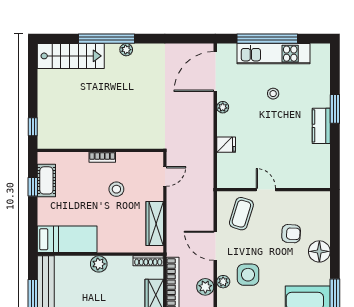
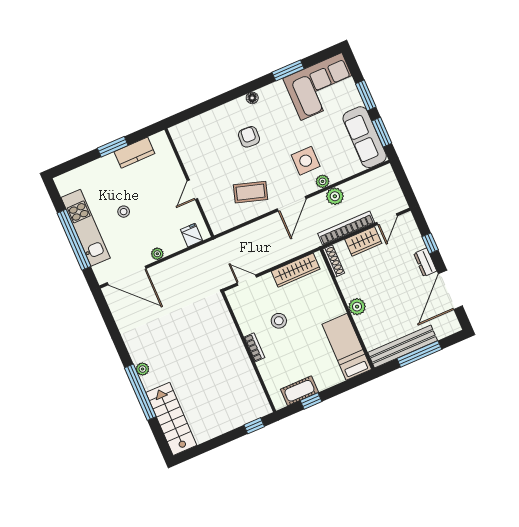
door: (266, 190) -> (192, 190), moved
wall: (273, 190) -> (189, 183), moved
floor lamp: (319, 251) -> (252, 98), width x0.53, depth x0.53

